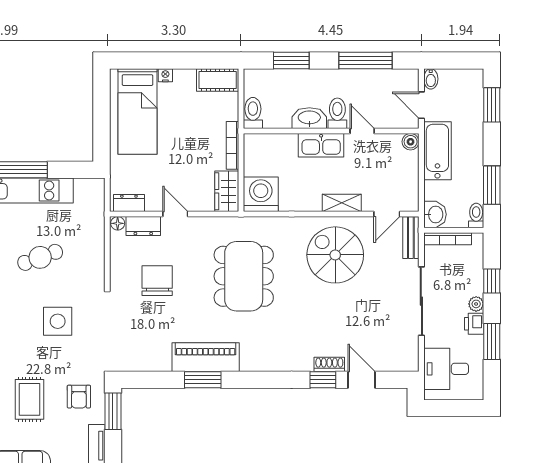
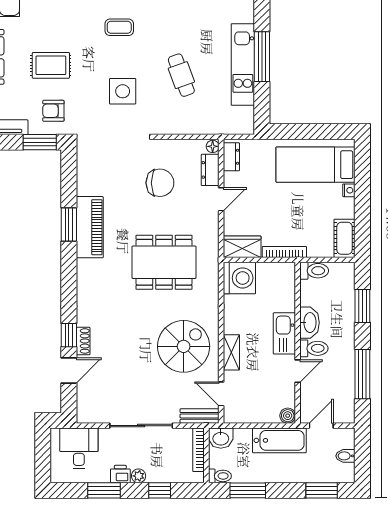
bidet: (431, 79) -> (345, 456), moved

